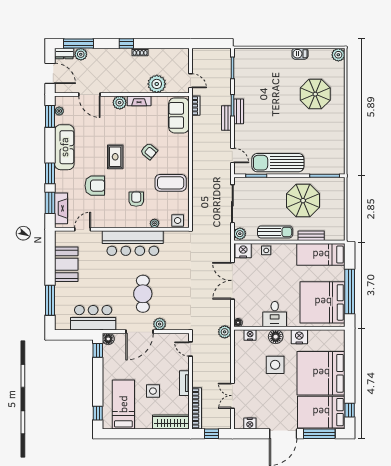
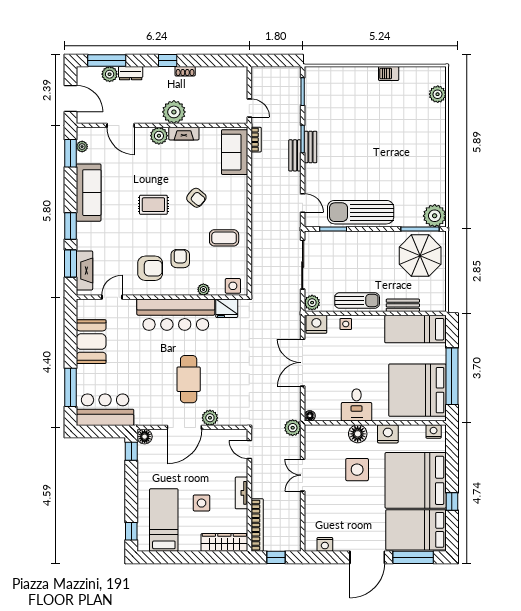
dresser: (64, 53) -> (131, 73), moved
plant: (338, 55) -> (438, 94), moved
plant: (157, 84) -> (174, 112), moved
parasol: (315, 94) -> (408, 125), removed
rug: (115, 157) -> (153, 205), turned 90
plant: (336, 165) -> (435, 216), added
coffee table: (171, 183) -> (224, 238), width x0.73, depth x0.76
armchair: (95, 186) -> (150, 268), moved
parasol: (303, 201) -> (420, 256), moved
fridge: (173, 238) -> (227, 308), added
bar counter: (93, 318) -> (105, 410), moved
nightstand: (250, 335) -> (434, 432), moved
double door: (232, 396) -> (303, 475), moved
window: (350, 410) -> (452, 501), moved

